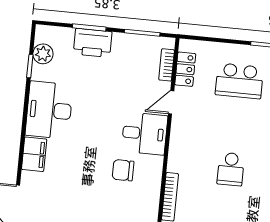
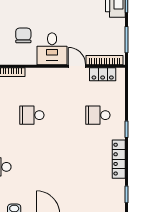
bookcase: (167, 65) -> (104, 60), width x1.56
school desk: (239, 81) -> (98, 115), width x0.54

